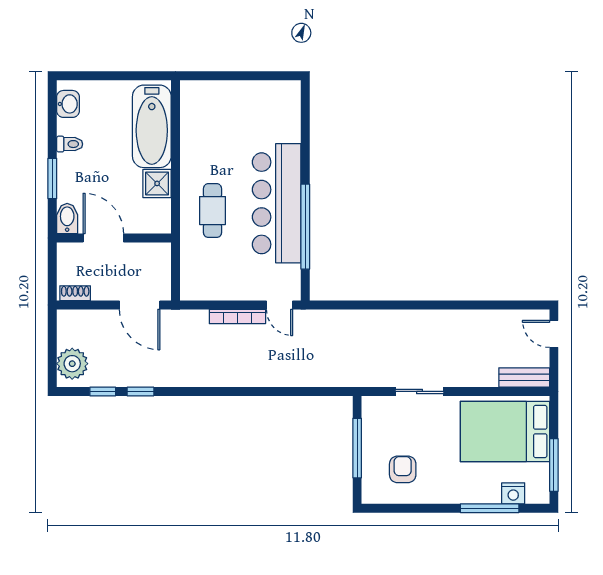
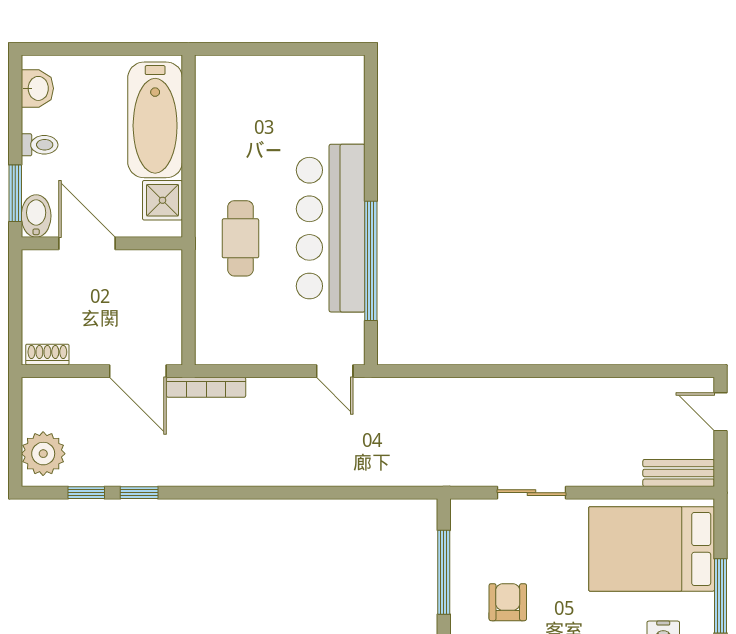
bidet: (67, 218) -> (36, 216), moved
door: (103, 238) -> (87, 243), moved
wall: (114, 238) -> (102, 243), moved
bookcase: (237, 317) -> (206, 387), moved

